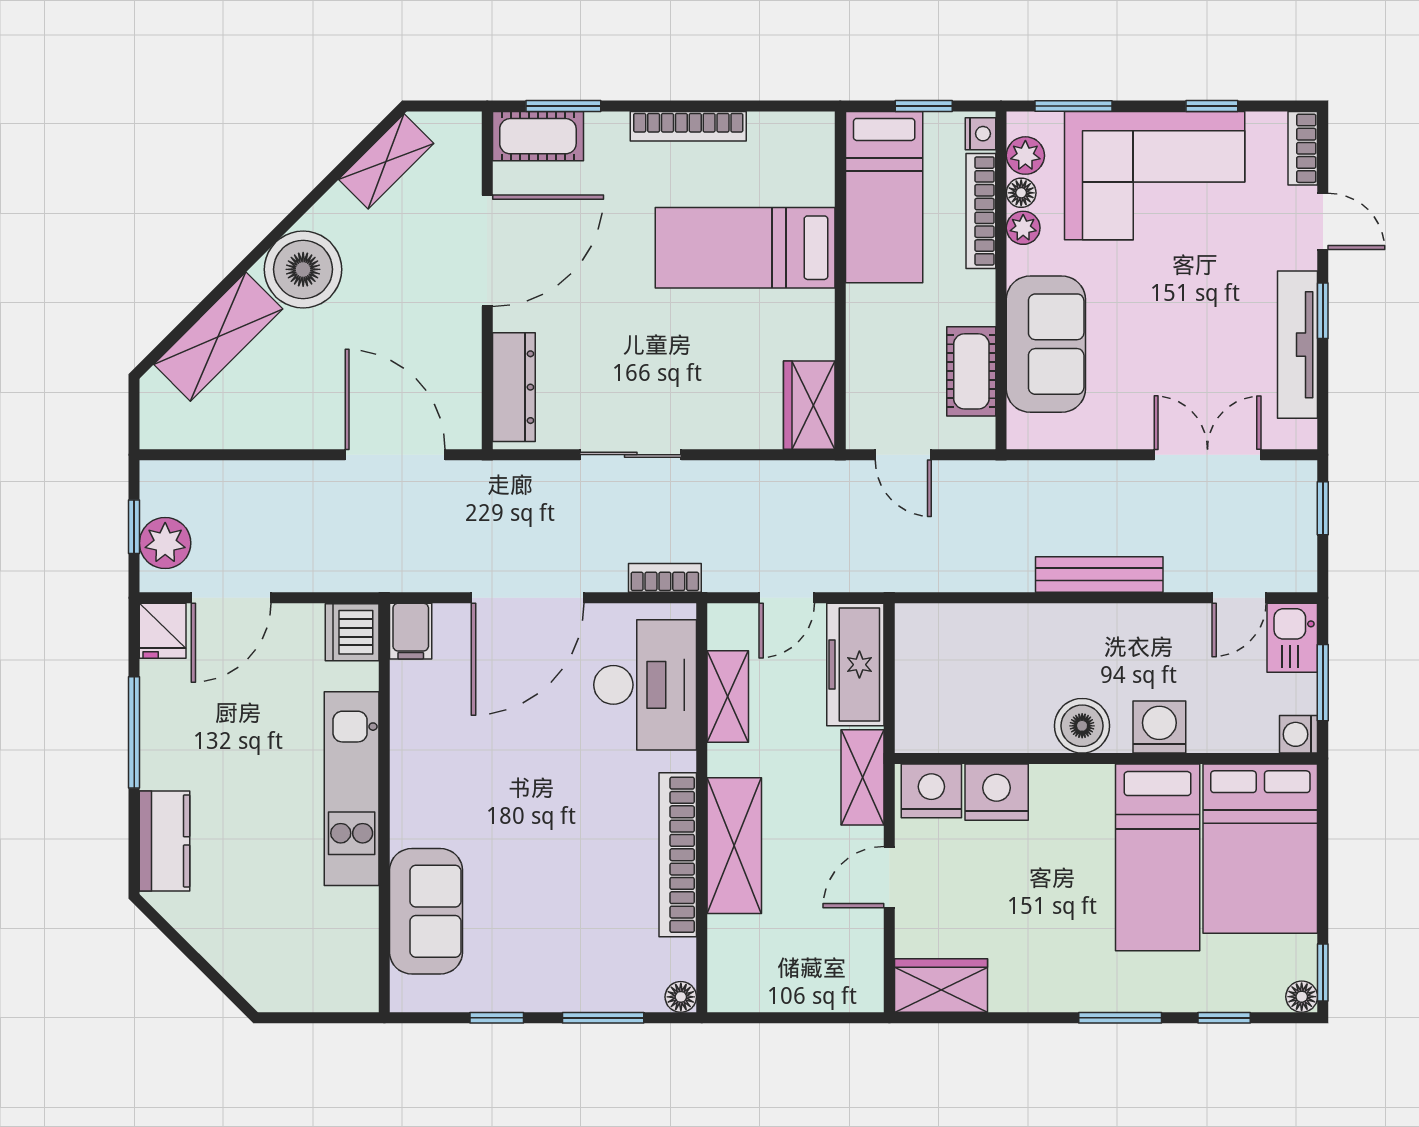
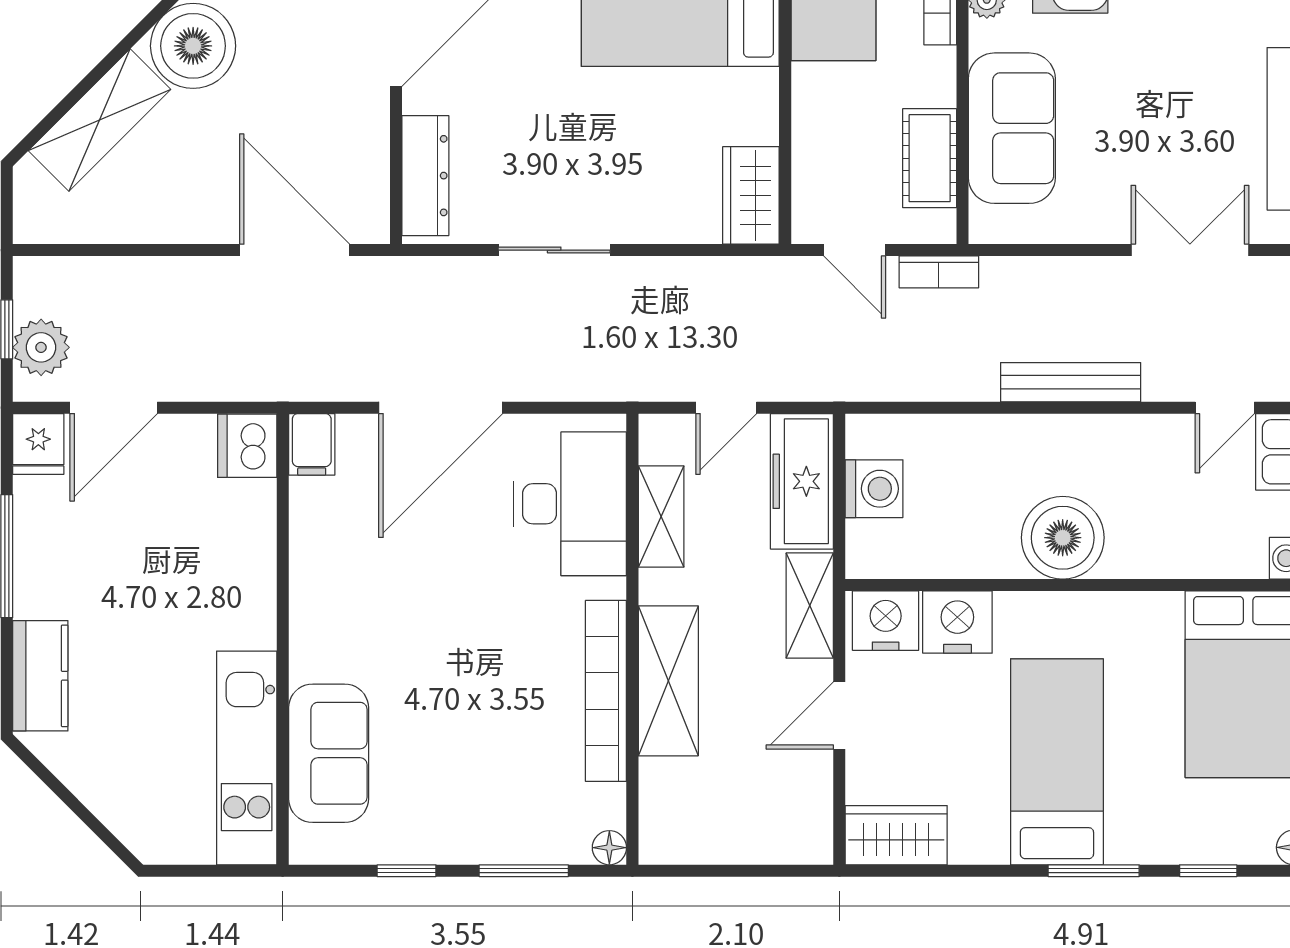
bookcase: (665, 578) -> (939, 272), moved, turned 180
boiler: (1082, 726) -> (1063, 538), width x1.37, depth x1.37
washing machine: (1159, 727) -> (874, 489), moved, turned 90
kitchen unit: (352, 789) -> (247, 758), moved
bed: (1158, 857) -> (1057, 762), moved, turned 180

